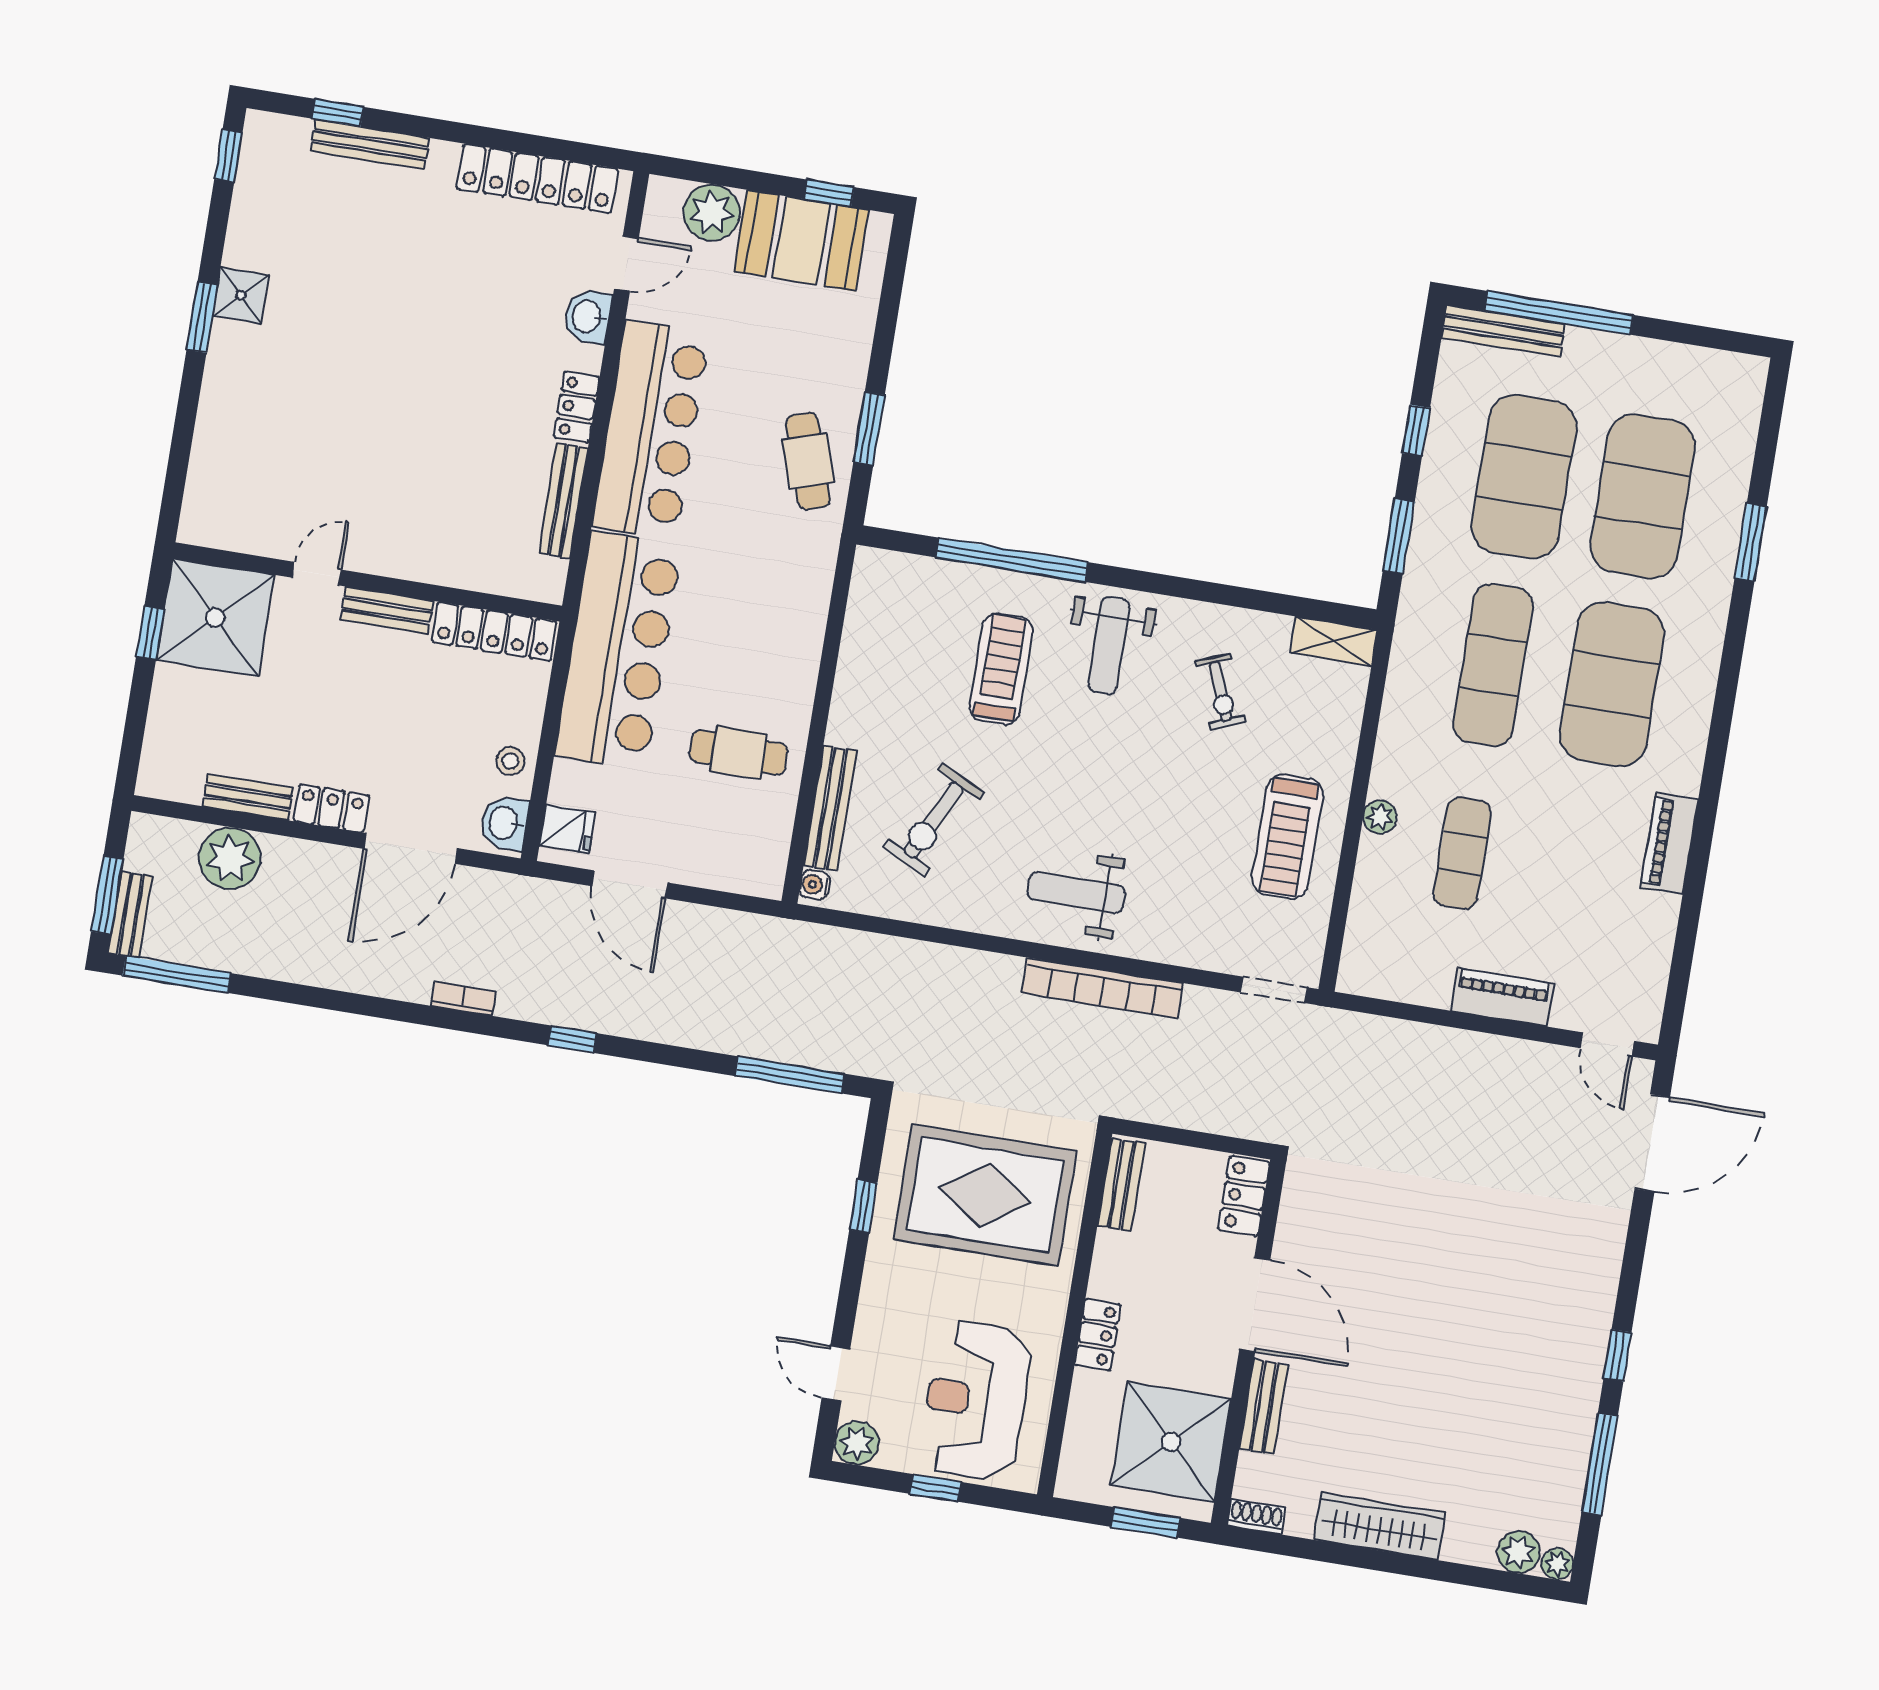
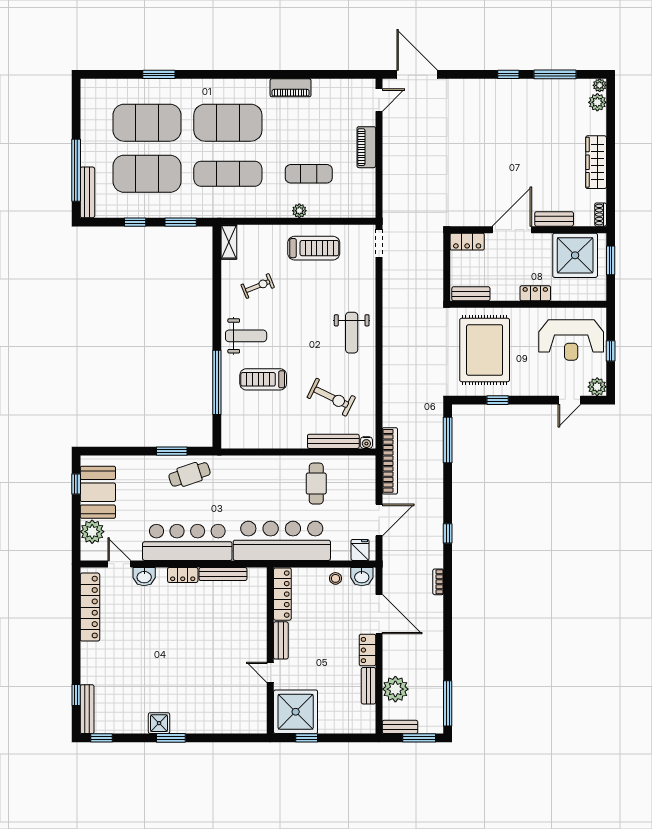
bench: (370, 145) -> (87, 709), moved
bench: (130, 915) -> (400, 727), moved
bookcase: (1102, 988) -> (390, 461), moved

